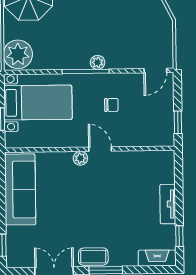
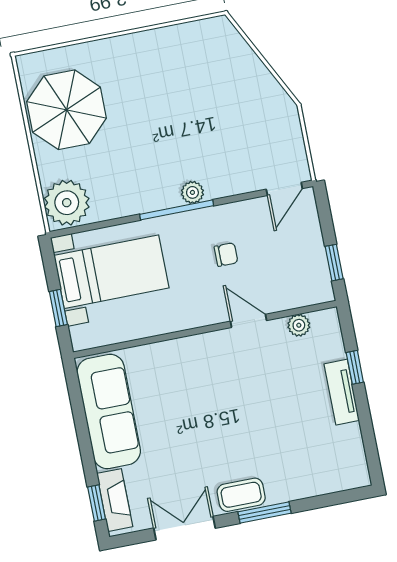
door: (100, 149) -> (248, 321), moved
plant: (80, 158) -> (299, 325), moved
window: (179, 236) -> (355, 367), moved
fireplace: (157, 258) -> (115, 500), moved, turned 90

